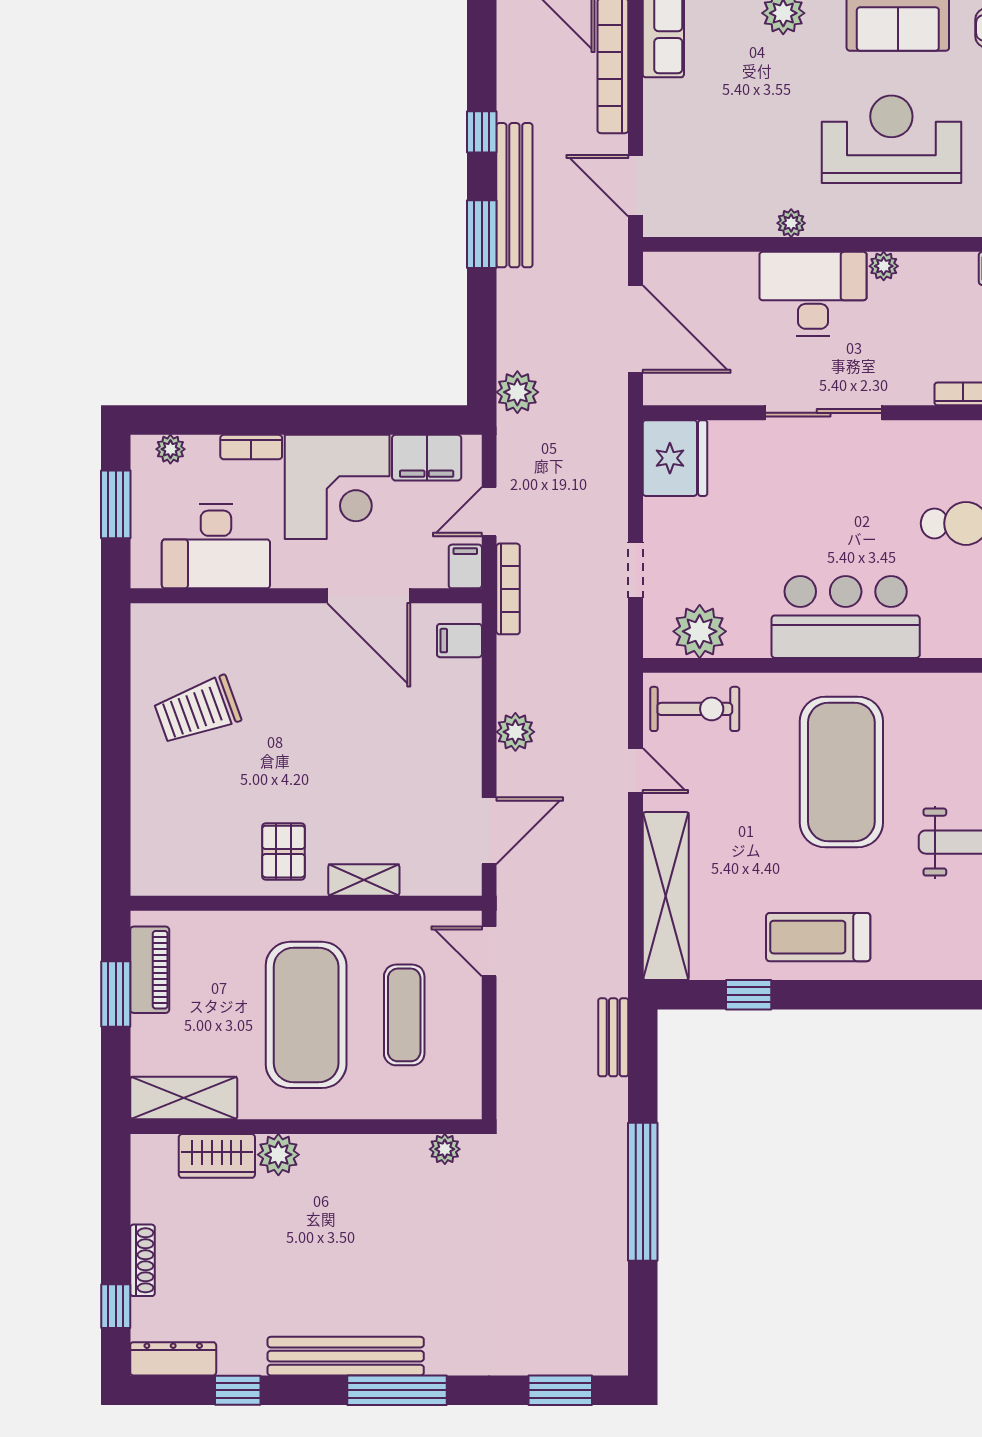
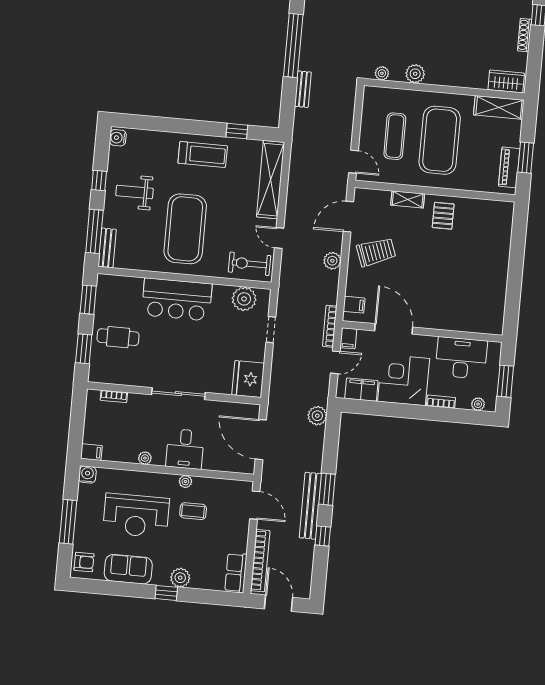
coffee table: (768, 160) -> (193, 511), added
desk: (813, 294) -> (185, 449), width x0.73
trolley: (197, 710) -> (376, 252), moved
bench: (613, 1037) -> (303, 89), moved
plant: (278, 1155) -> (415, 74), moved
wardrobe: (217, 1156) -> (506, 81), moved

